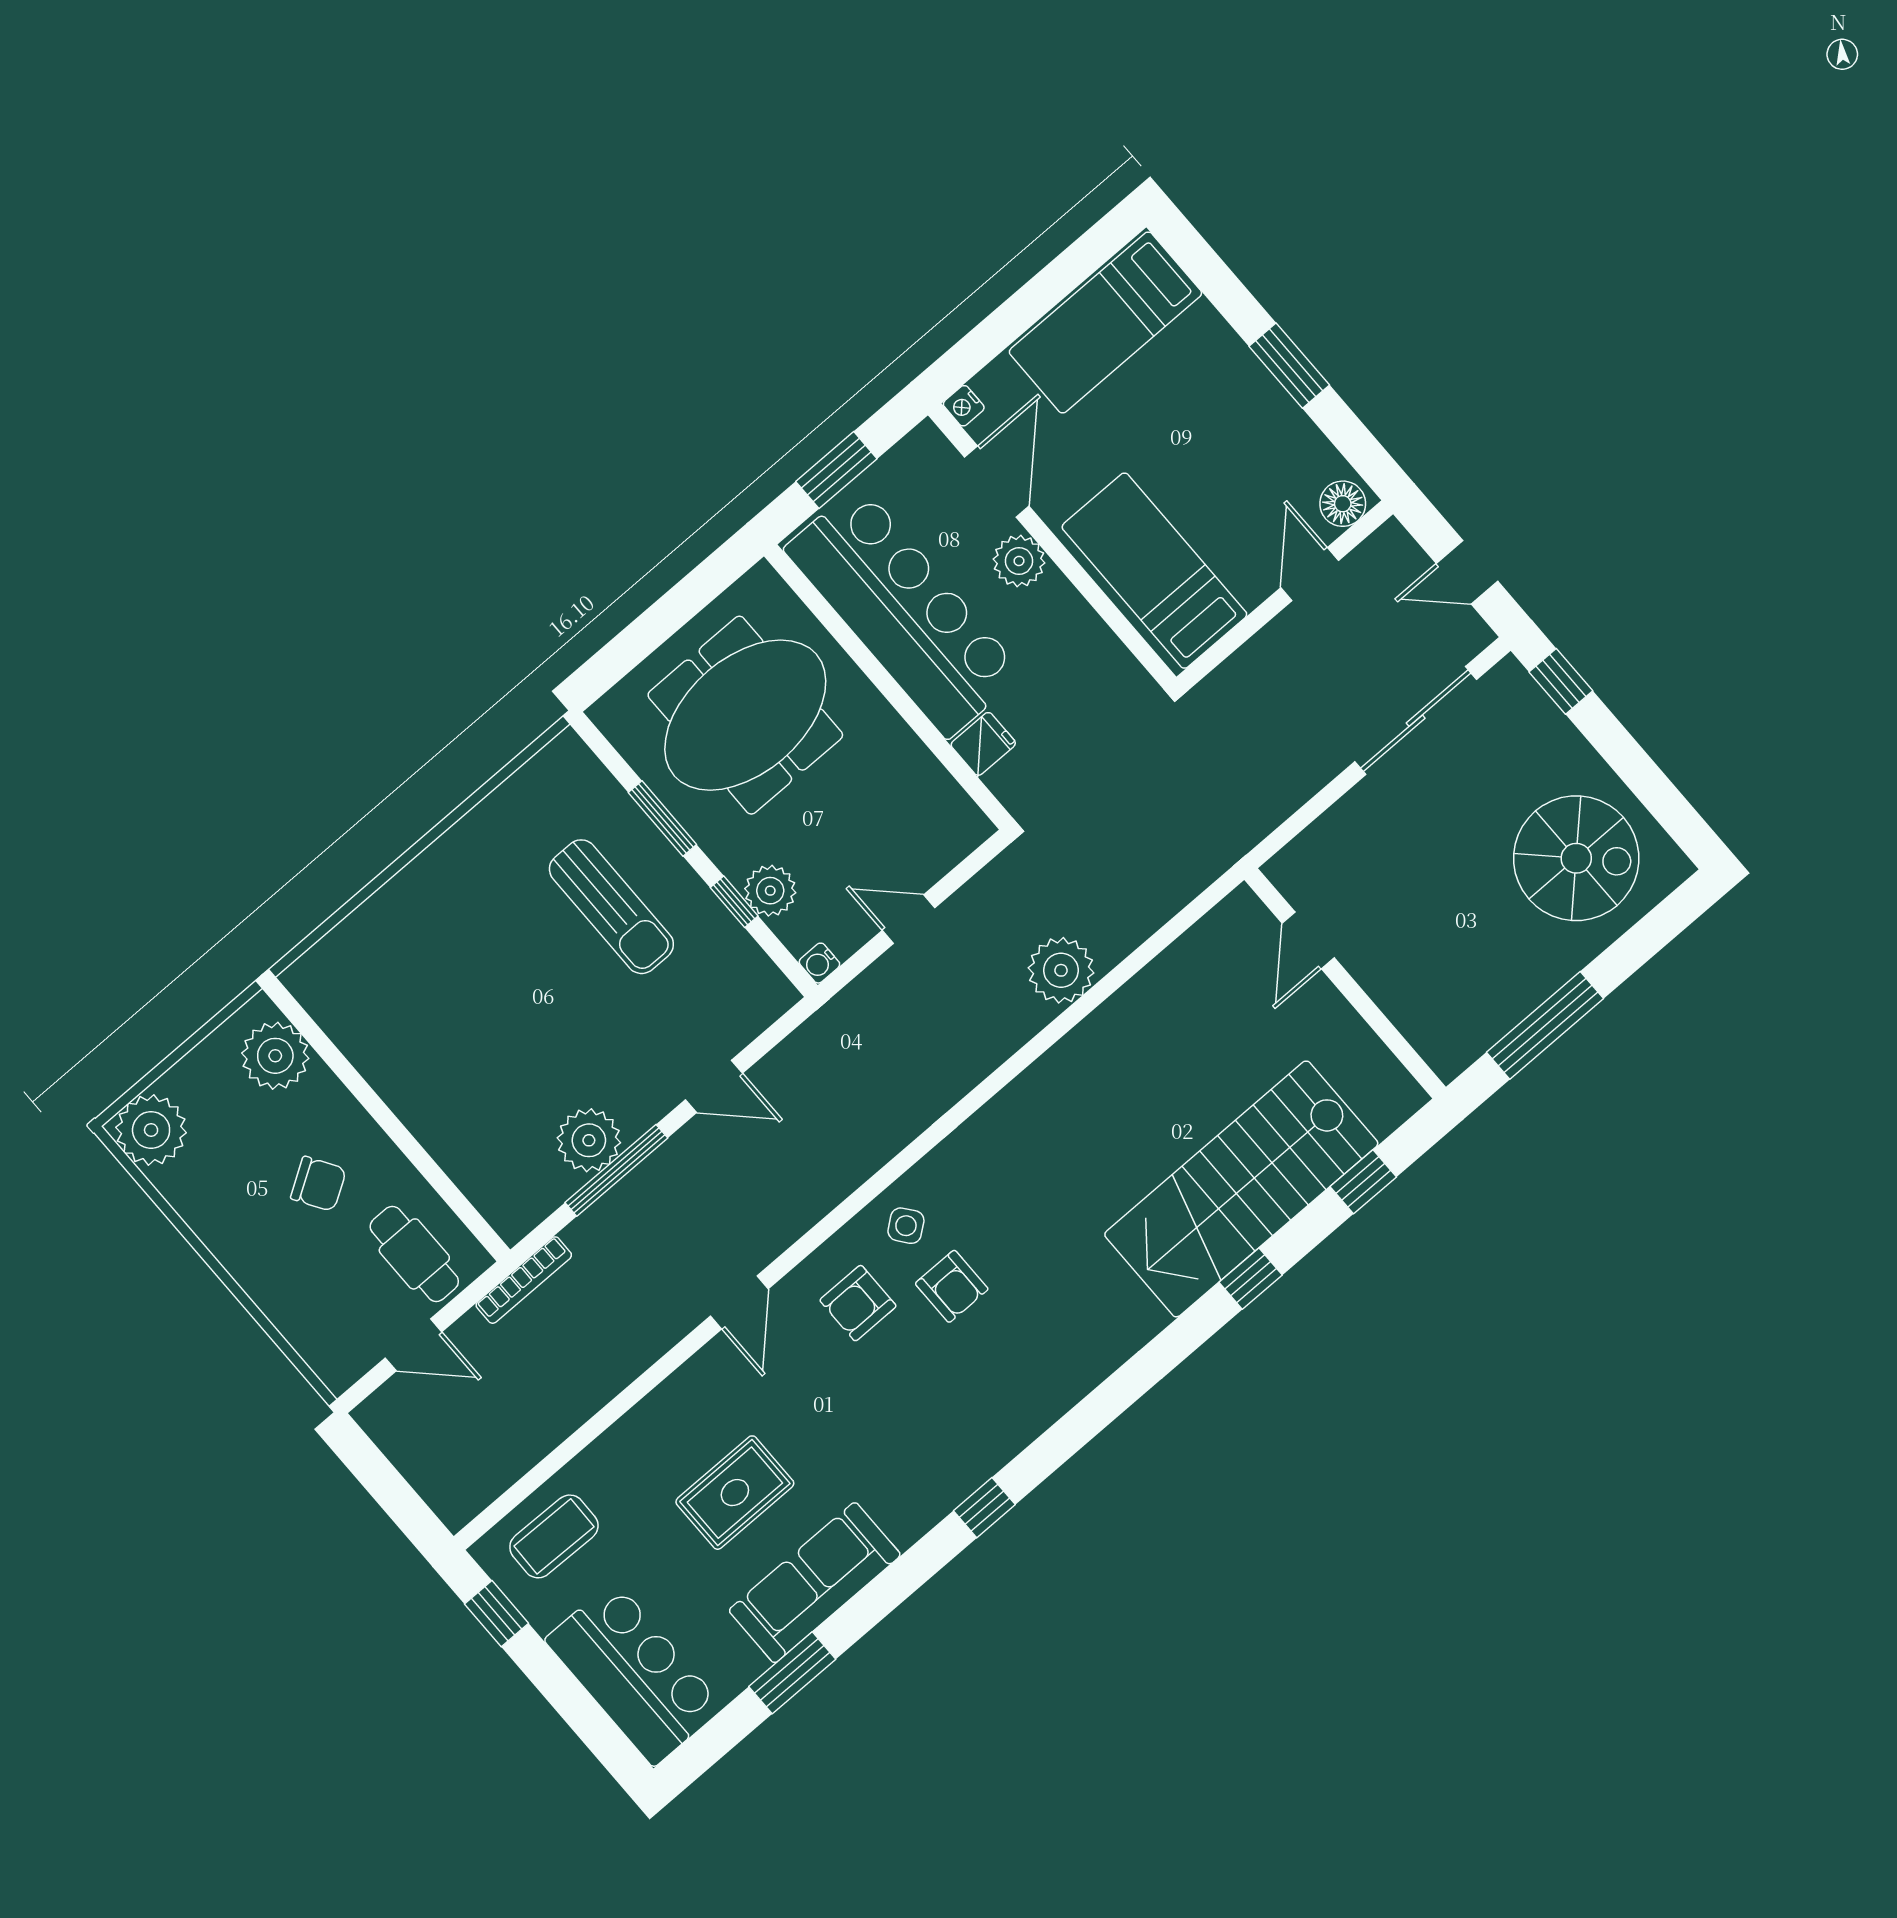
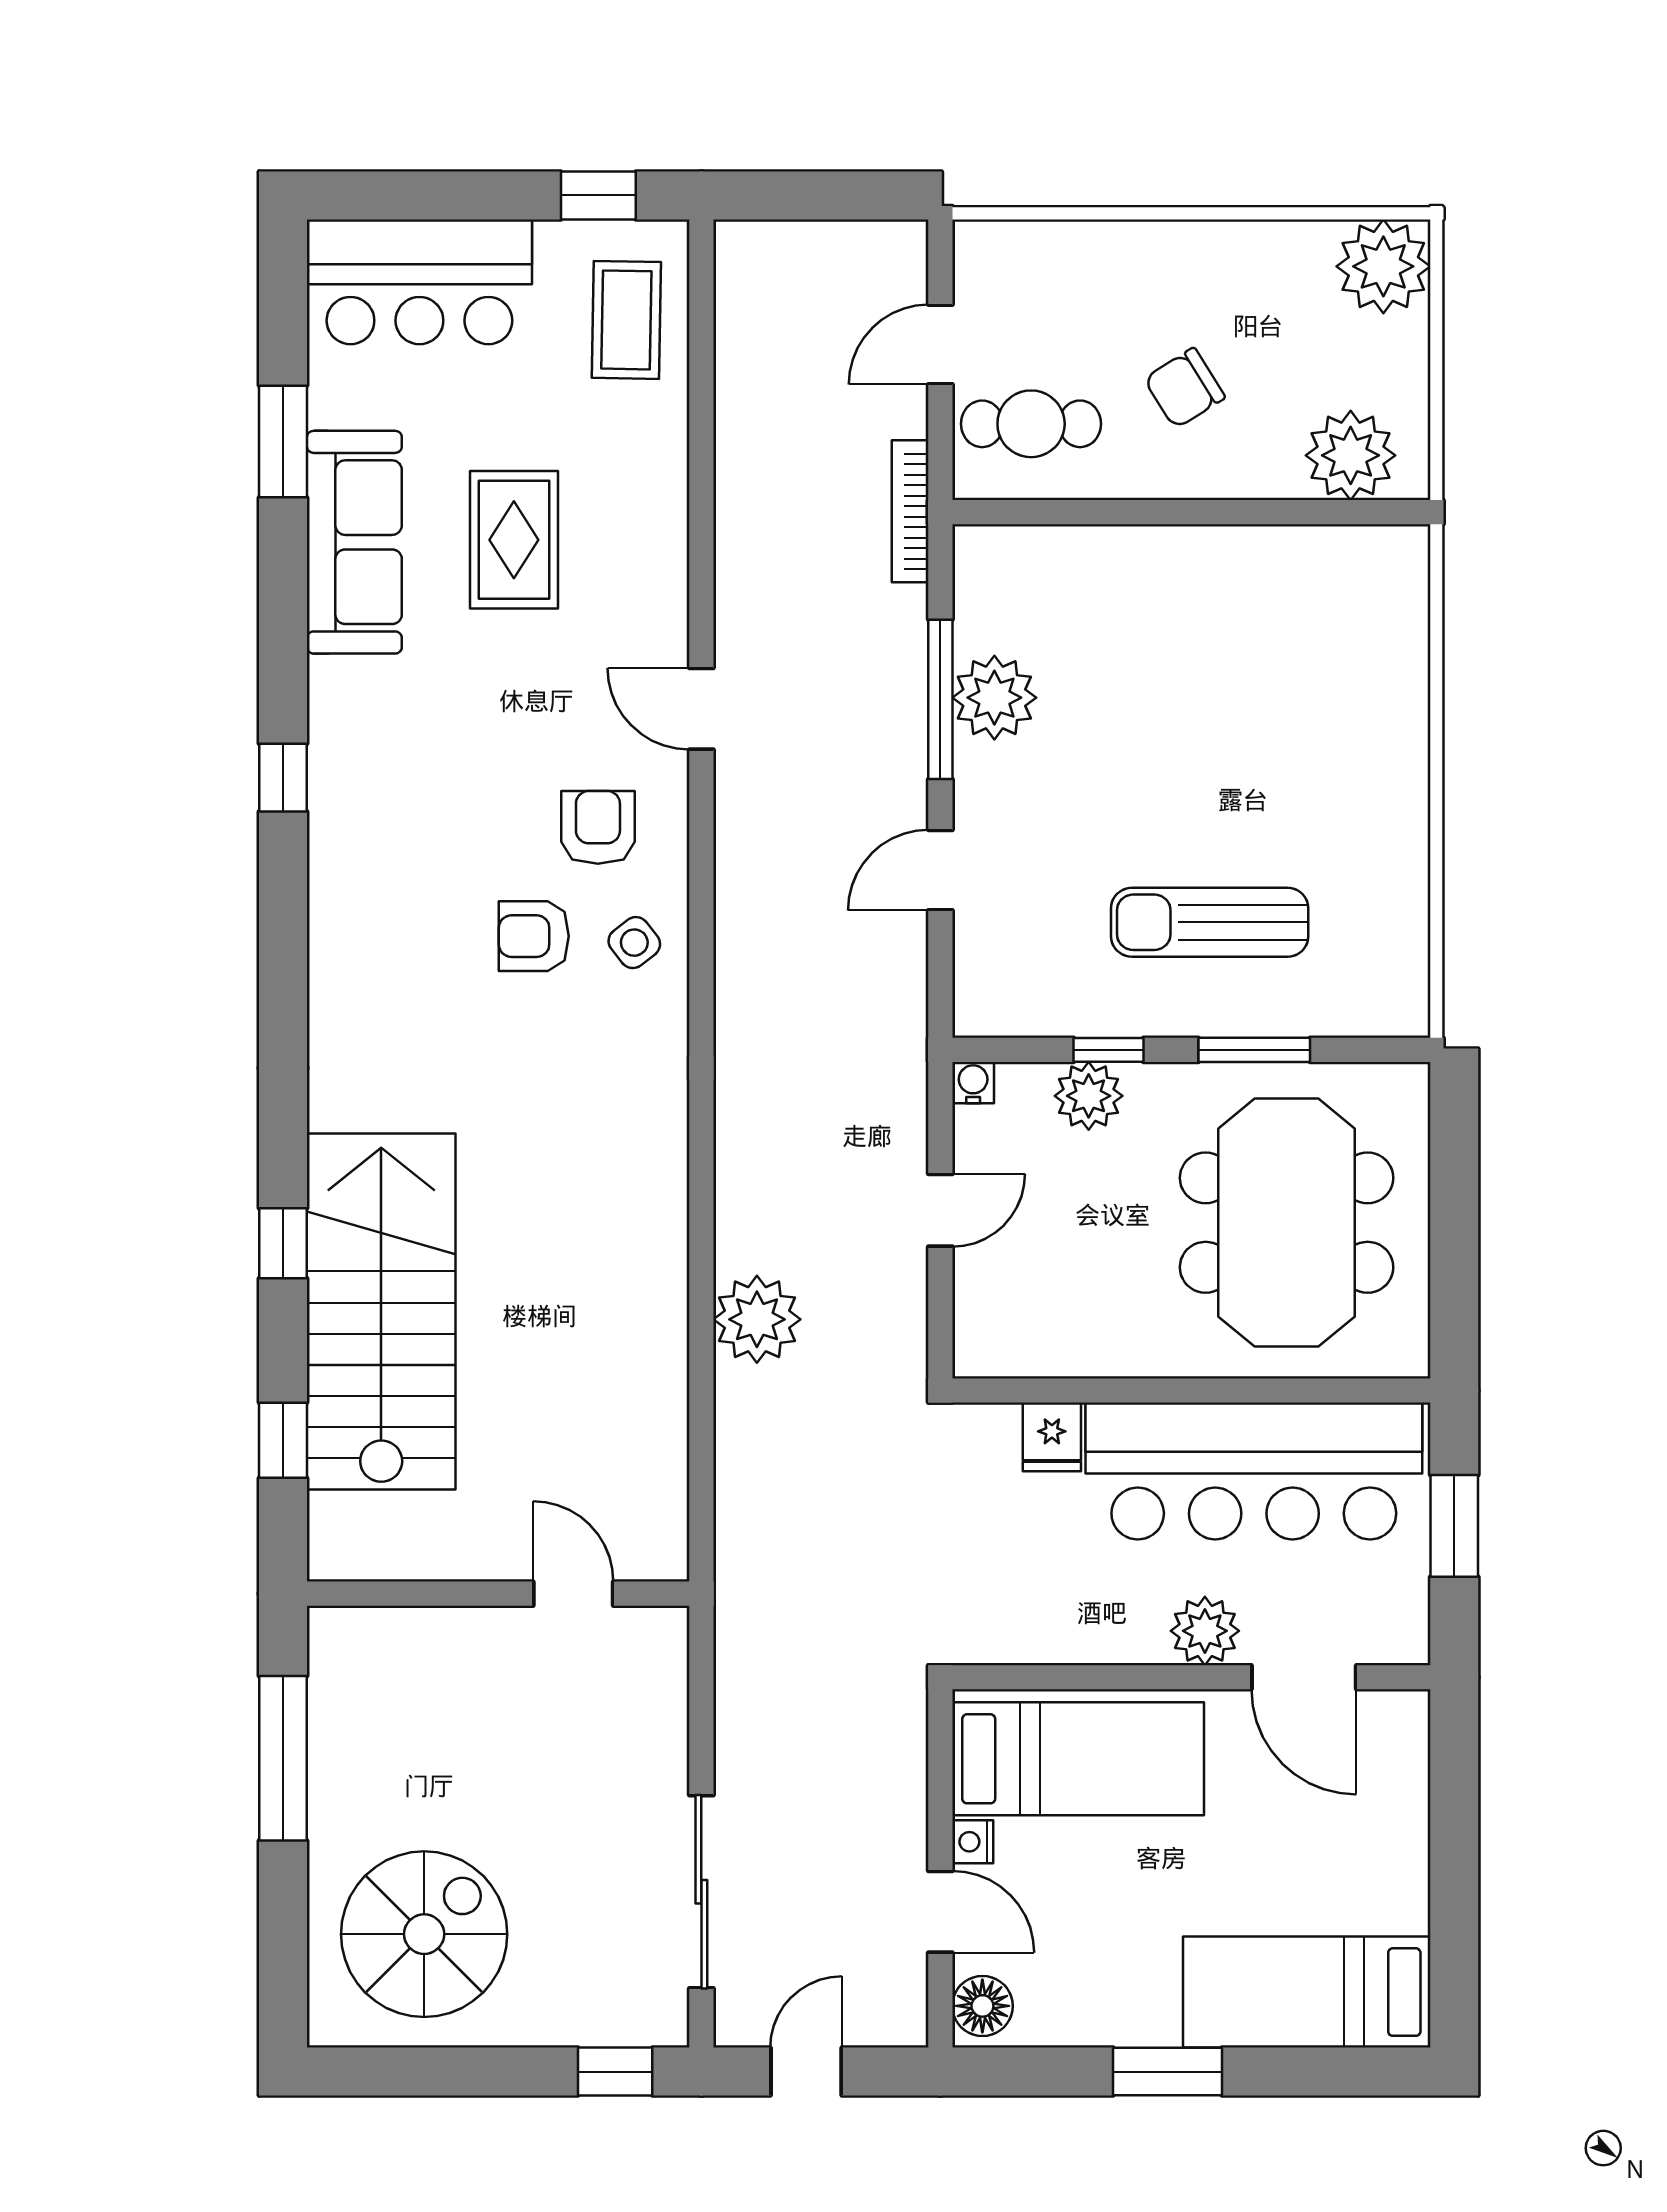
bed: (1105, 322) -> (1307, 1992), moved, turned -90
nightstand: (964, 406) -> (973, 1842), moved, turned -90
spiral stairs: (1576, 858) -> (424, 1934), turned 180

